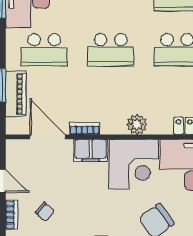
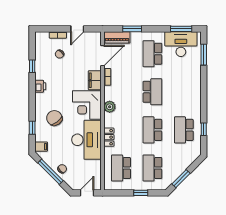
school desk: (111, 50) -> (152, 92), turned 180
piano: (16, 94) -> (117, 37), moved

